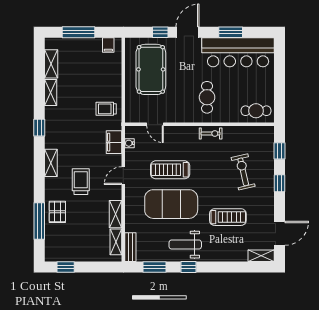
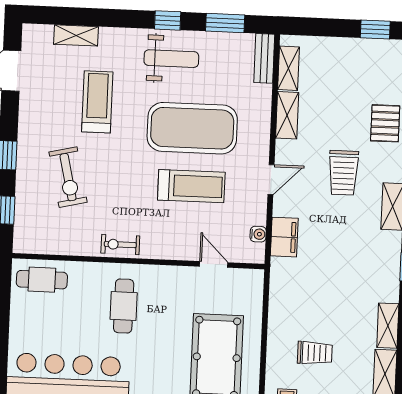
trolley: (106, 109) -> (315, 353), moved
treadmill: (228, 217) -> (97, 102), turned 90
shelving: (261, 256) -> (76, 35), moved

